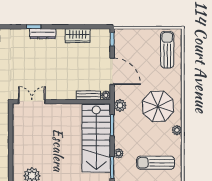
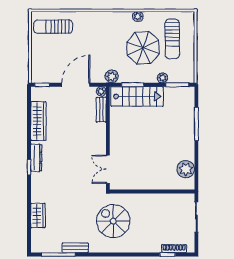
wardrobe: (78, 36) -> (38, 121), width x1.50
parasol: (158, 106) -> (143, 48), moved
stairs: (96, 138) -> (137, 96), width x0.73, depth x0.66

